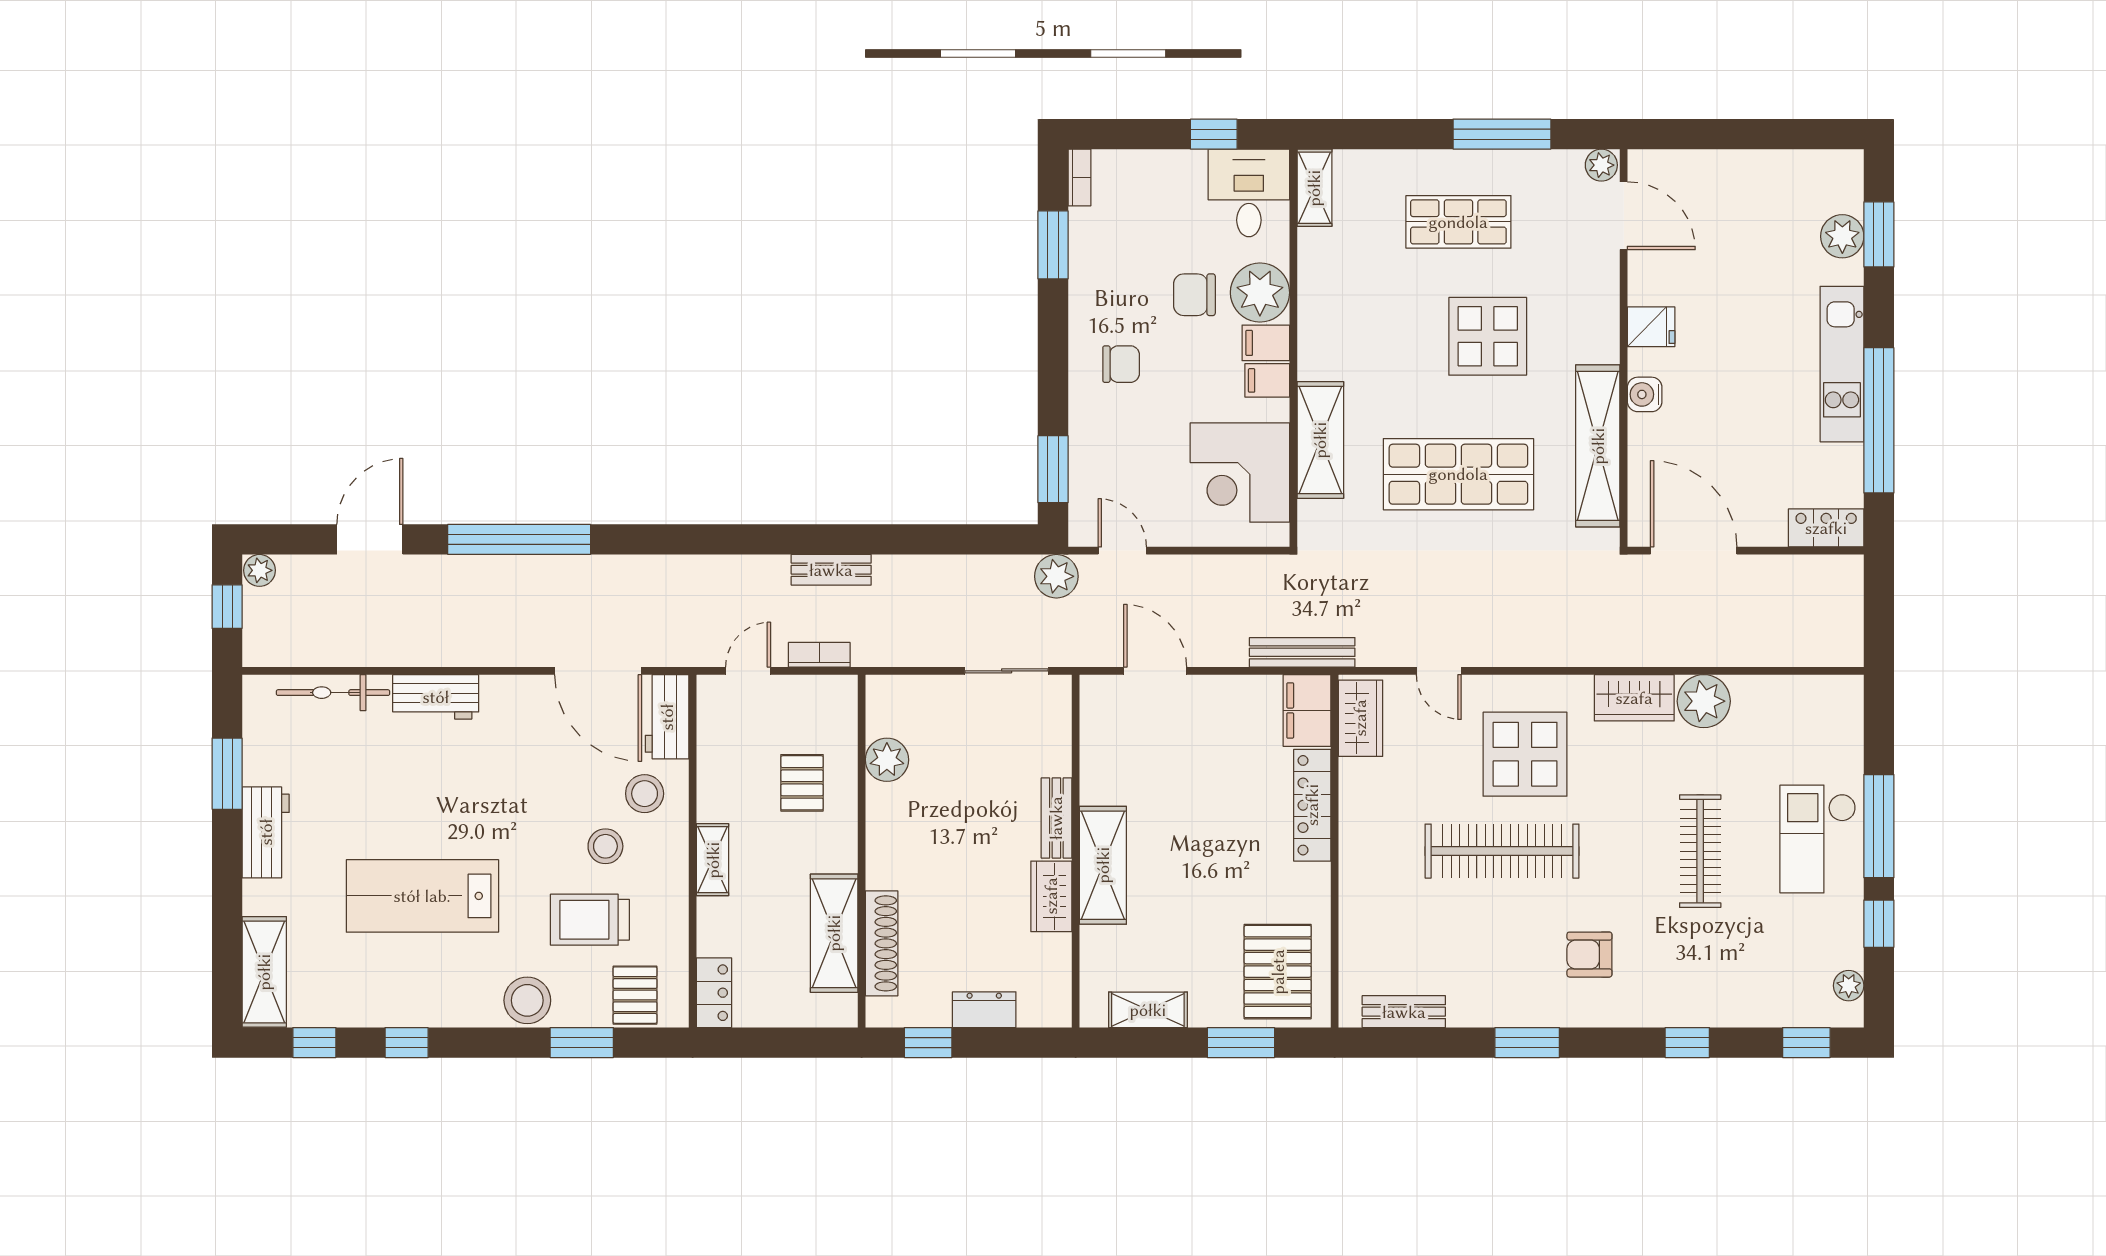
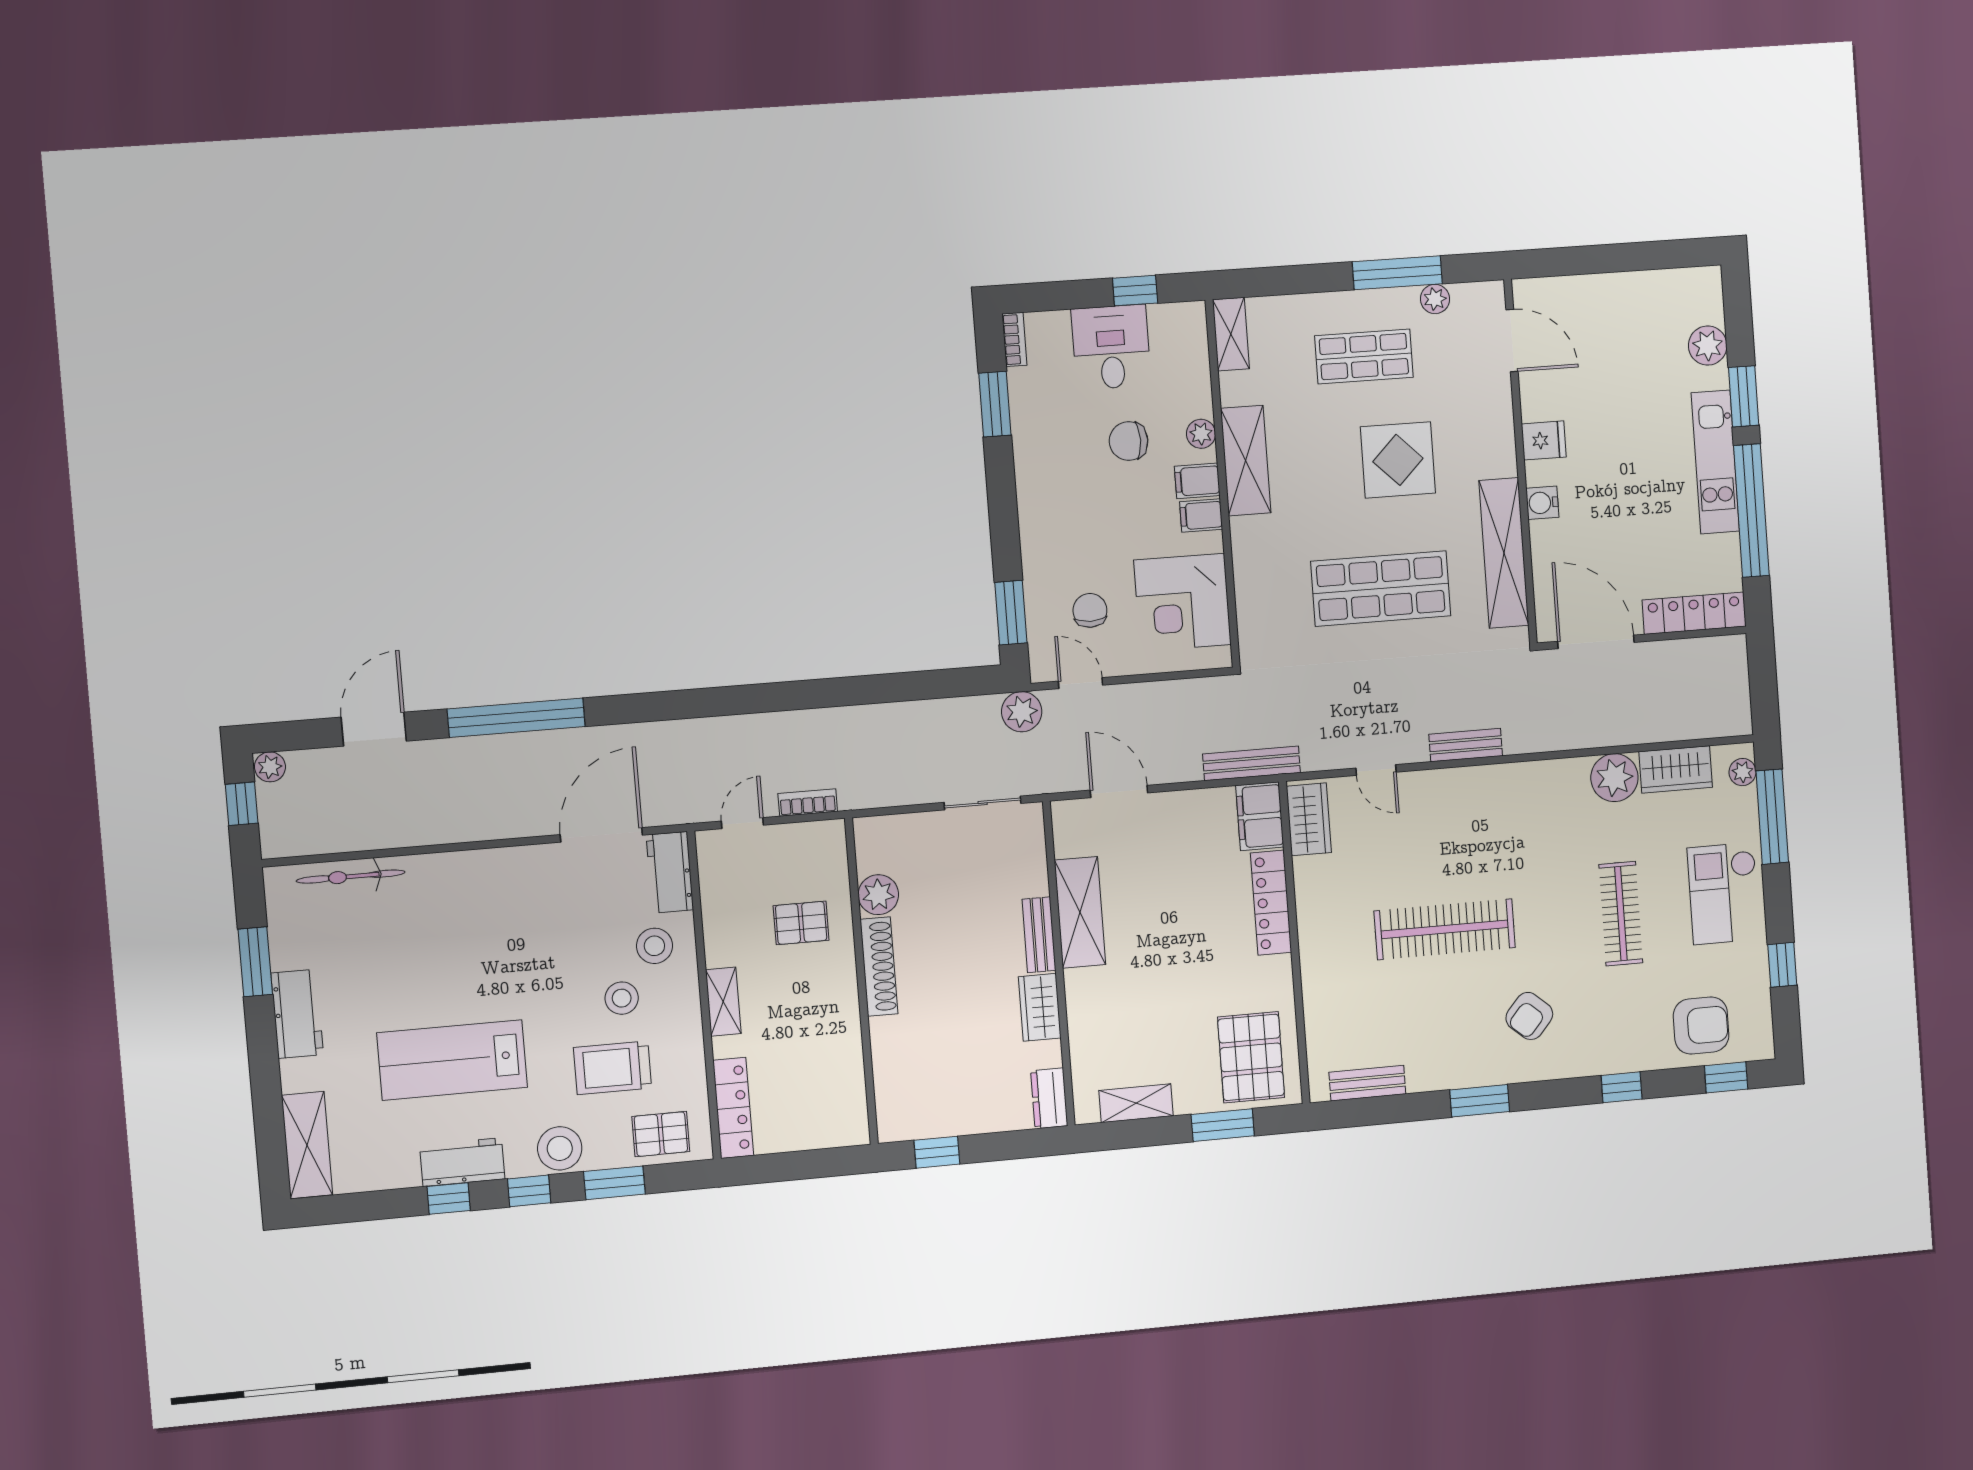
plant: (1601, 165) -> (1435, 299), moved
desk: (1249, 193) -> (1111, 347), moved
window: (1879, 234) -> (1744, 396), moved
plant: (1260, 293) -> (1201, 434), width x0.53, depth x0.53
chair: (1121, 364) -> (1090, 610), moved, turned -90
shelving: (1320, 440) -> (1246, 461), moved
locker: (1826, 528) -> (1694, 613), width x1.53
bench: (831, 570) -> (1466, 745), moved
door: (598, 671) -> (601, 835), swing flipped
workbench: (436, 697) -> (462, 1162), moved, turned 180
wardrobe: (1634, 698) -> (1676, 769), moved
display table: (1525, 754) -> (1459, 839), removed
pallet: (802, 783) -> (801, 923), turned 90
window: (1879, 826) -> (1772, 817), moved
shelving: (1103, 865) -> (1080, 912), moved
shelving: (834, 933) -> (842, 1060), removed
shoe rack: (882, 943) -> (879, 967), moved
armchair: (1589, 955) -> (1529, 1016), turned -49
armchair: (1782, 983) -> (1701, 1025), added
plant: (1849, 986) -> (1743, 772), moved
locker: (714, 993) -> (733, 1108), width x1.53
pallet: (635, 995) -> (661, 1134), turned 90
dresser: (984, 1010) -> (1049, 1098), moved, turned -90
window: (314, 1043) -> (529, 1191), moved

